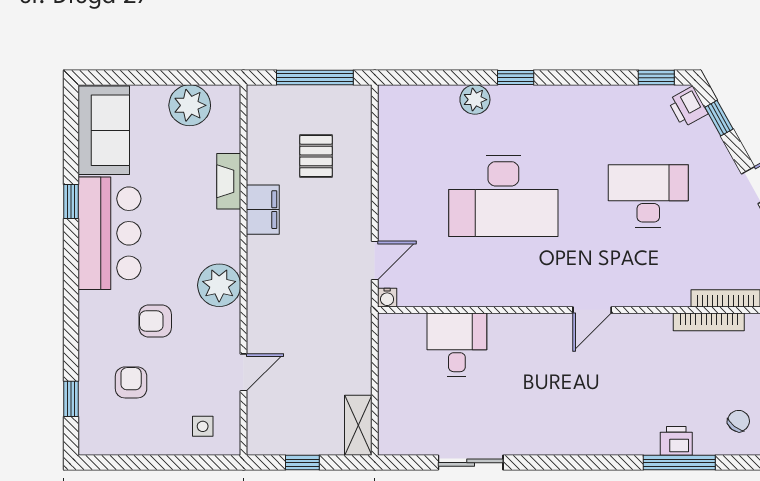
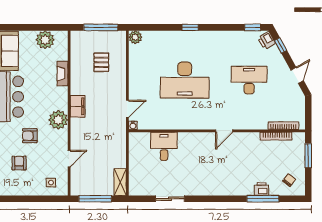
plant: (475, 100) -> (135, 37), moved
filing cabinet: (263, 210) -> (78, 106), moved
window: (302, 463) -> (95, 199), width x2.17

